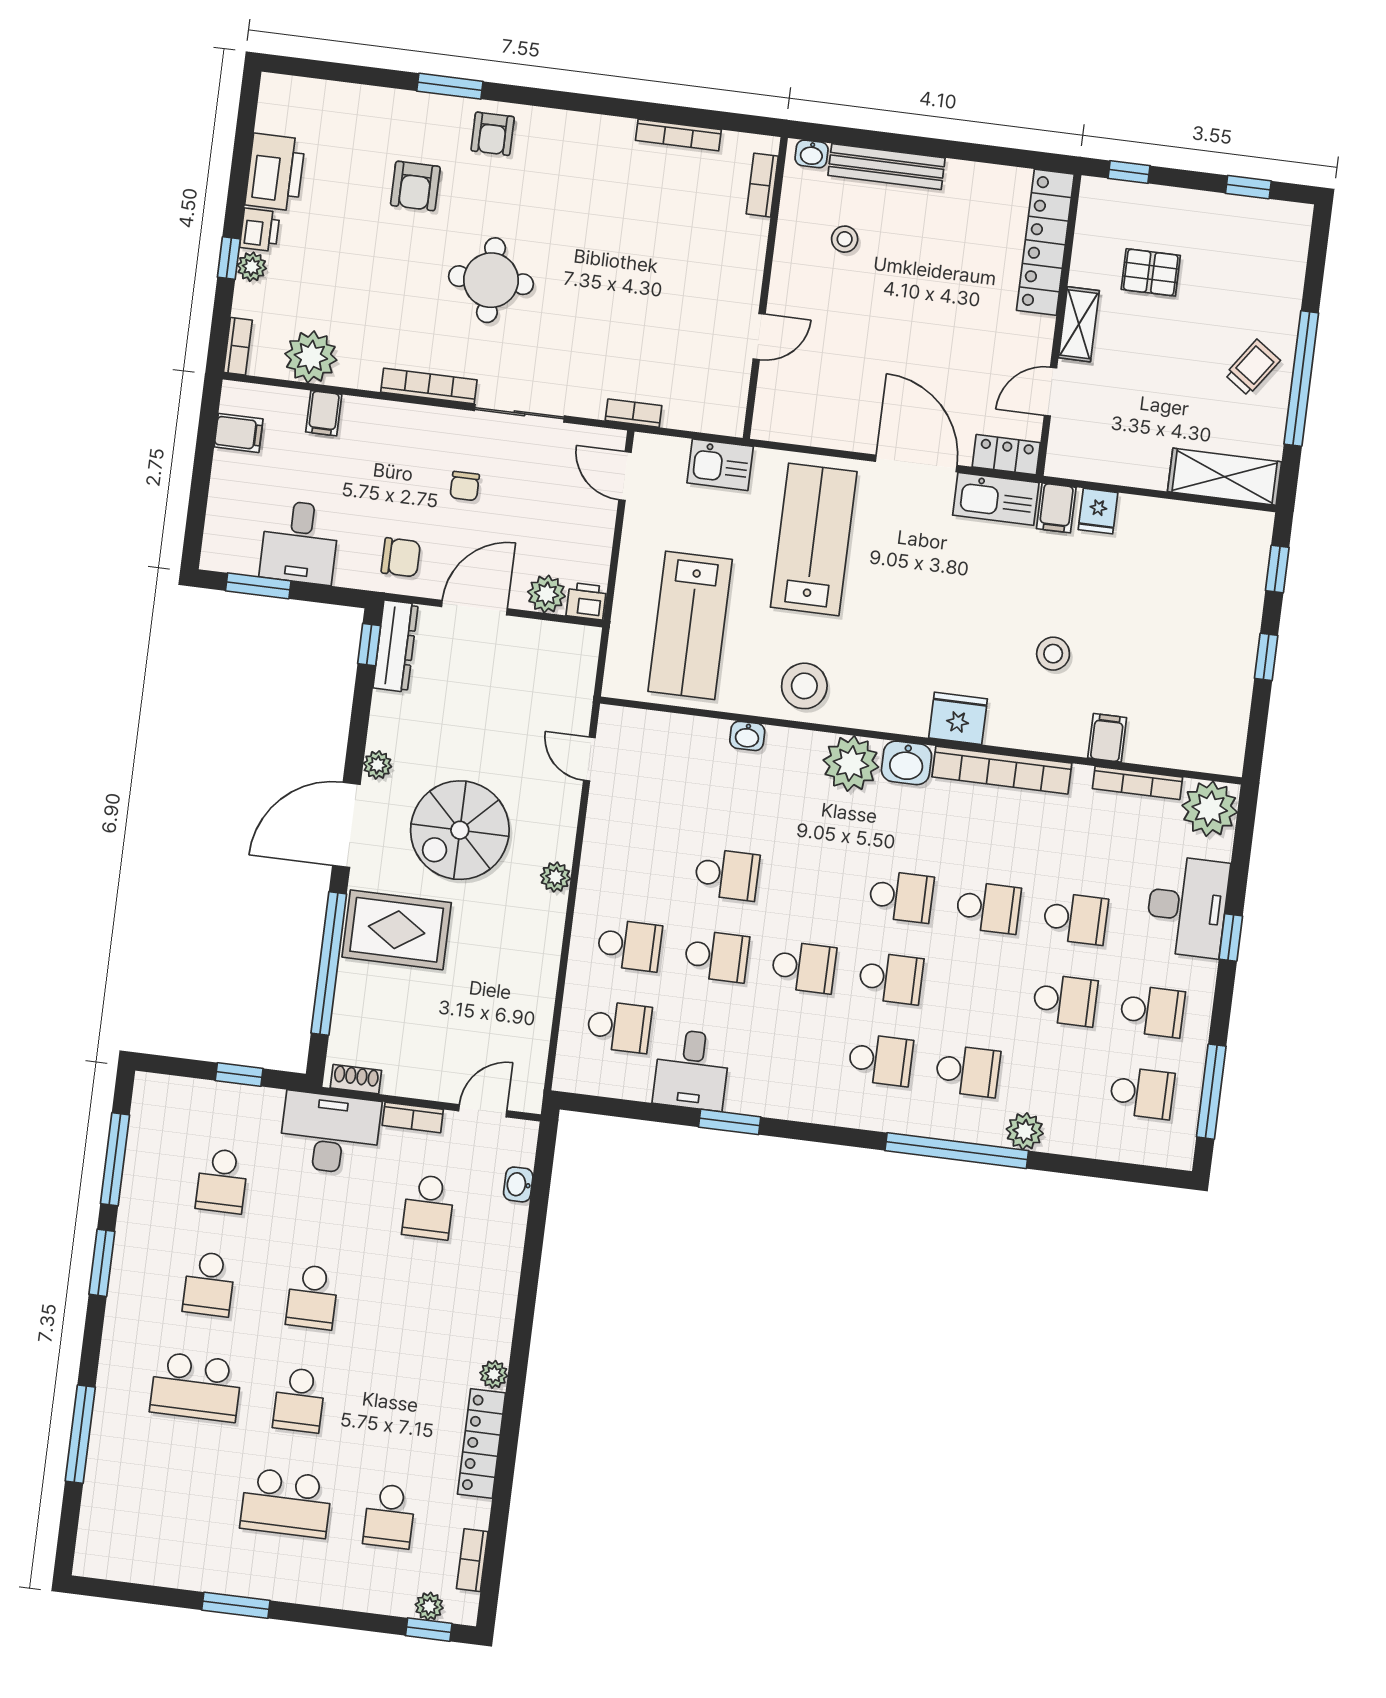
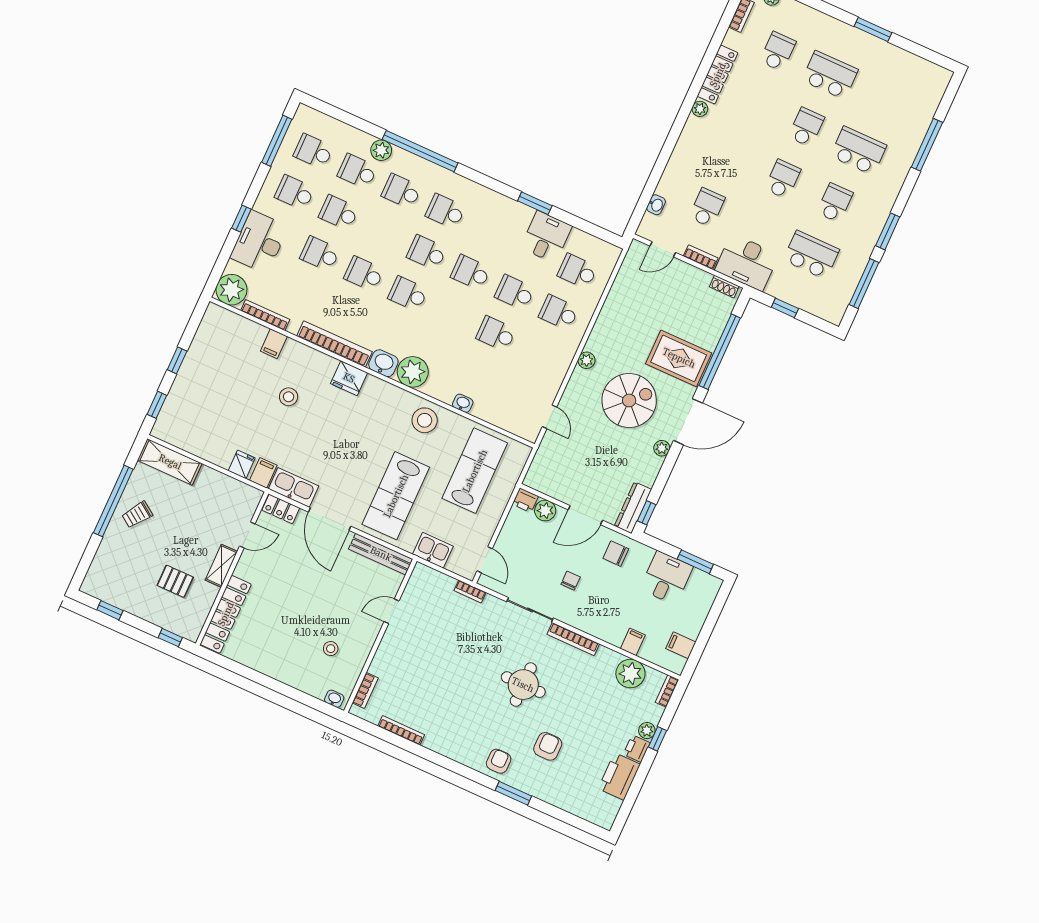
bench: (886, 167) -> (381, 554), moved
school desk: (1055, 1082) -> (357, 171), added
school desk: (222, 1181) -> (811, 255), width x1.85

